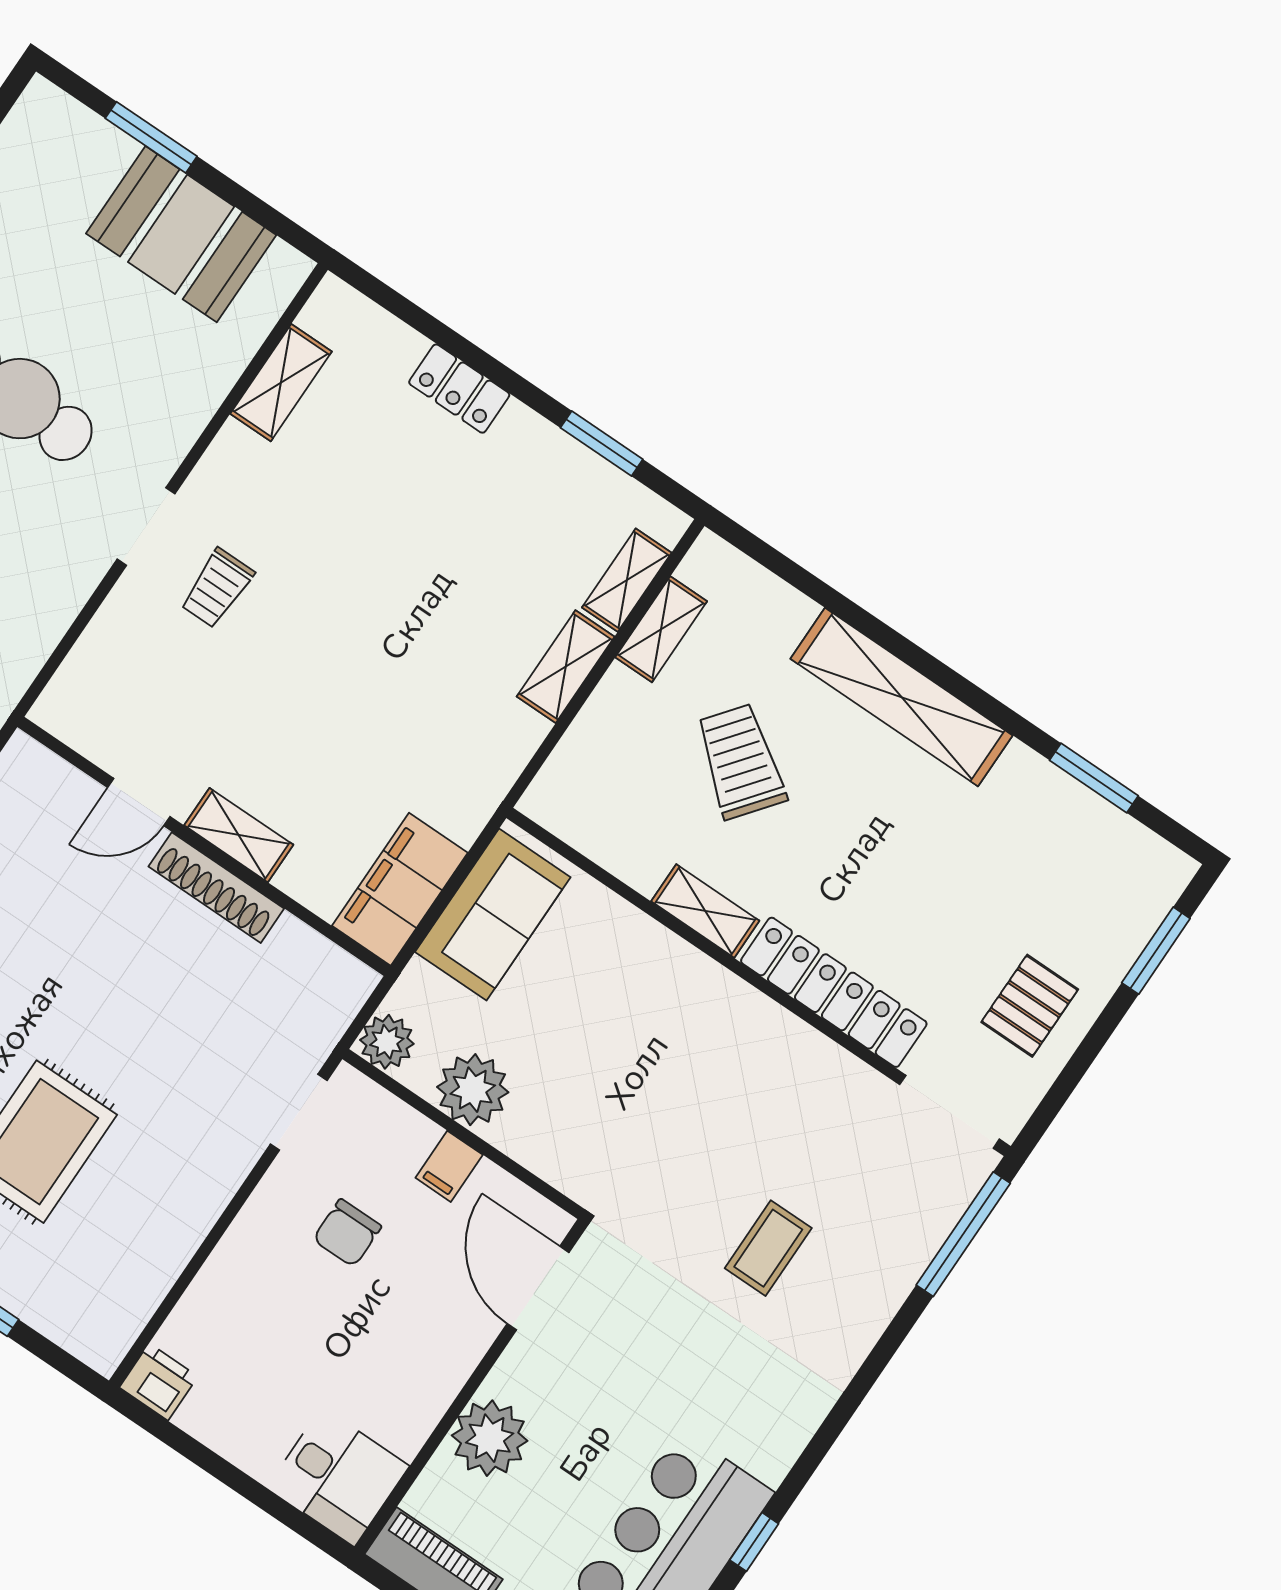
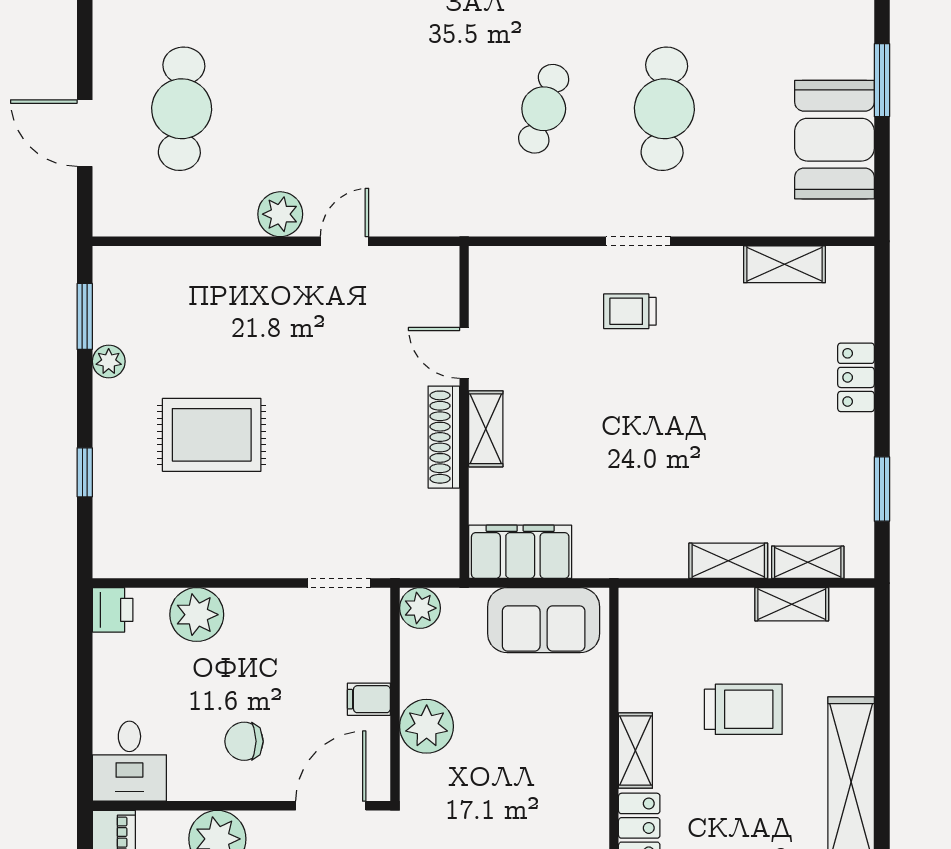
trolley: (741, 761) -> (743, 709), turned 52
plant: (473, 1090) -> (427, 726), moved
chair: (347, 1233) -> (244, 741), moved
plant: (227, 1293) -> (197, 615), added

